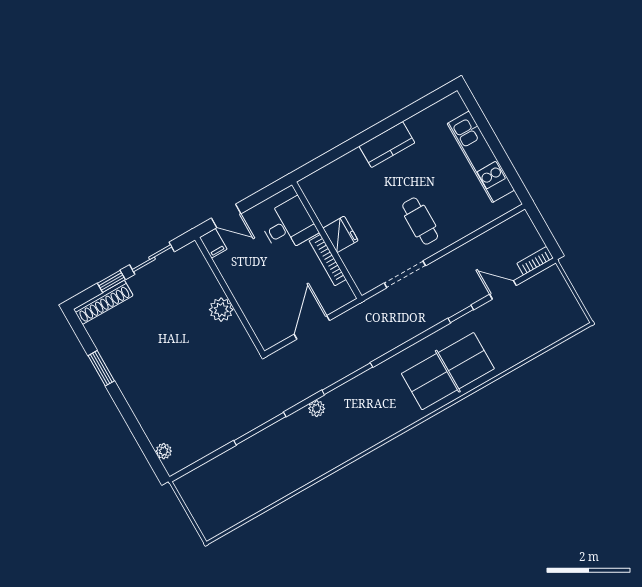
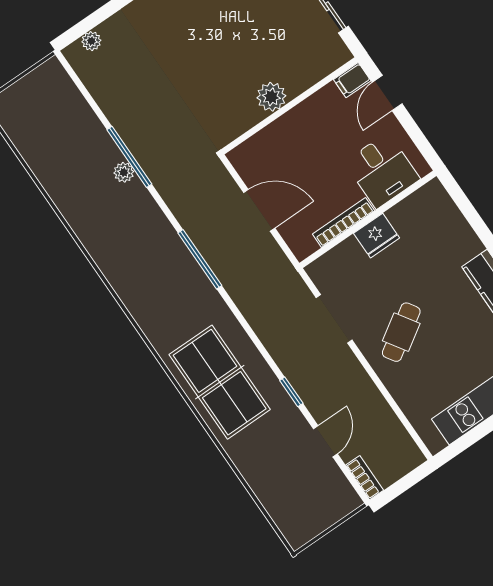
cafe table: (420, 221) -> (401, 332), turned -33
plant: (317, 409) -> (124, 172), moved

